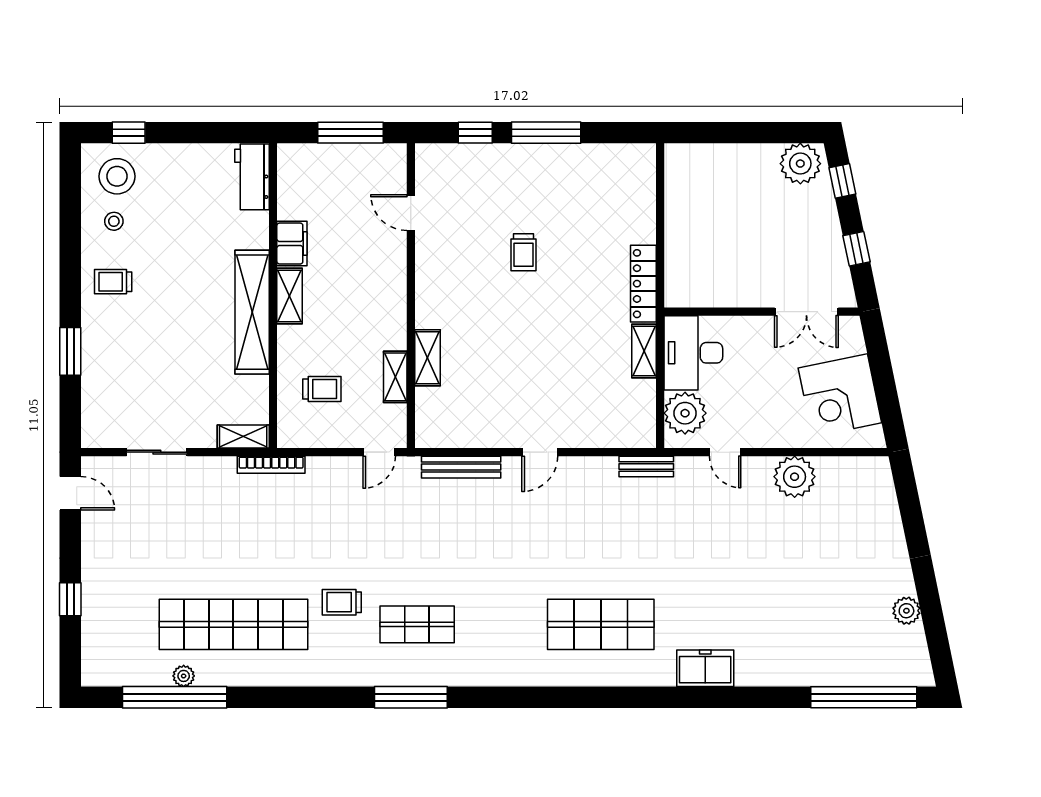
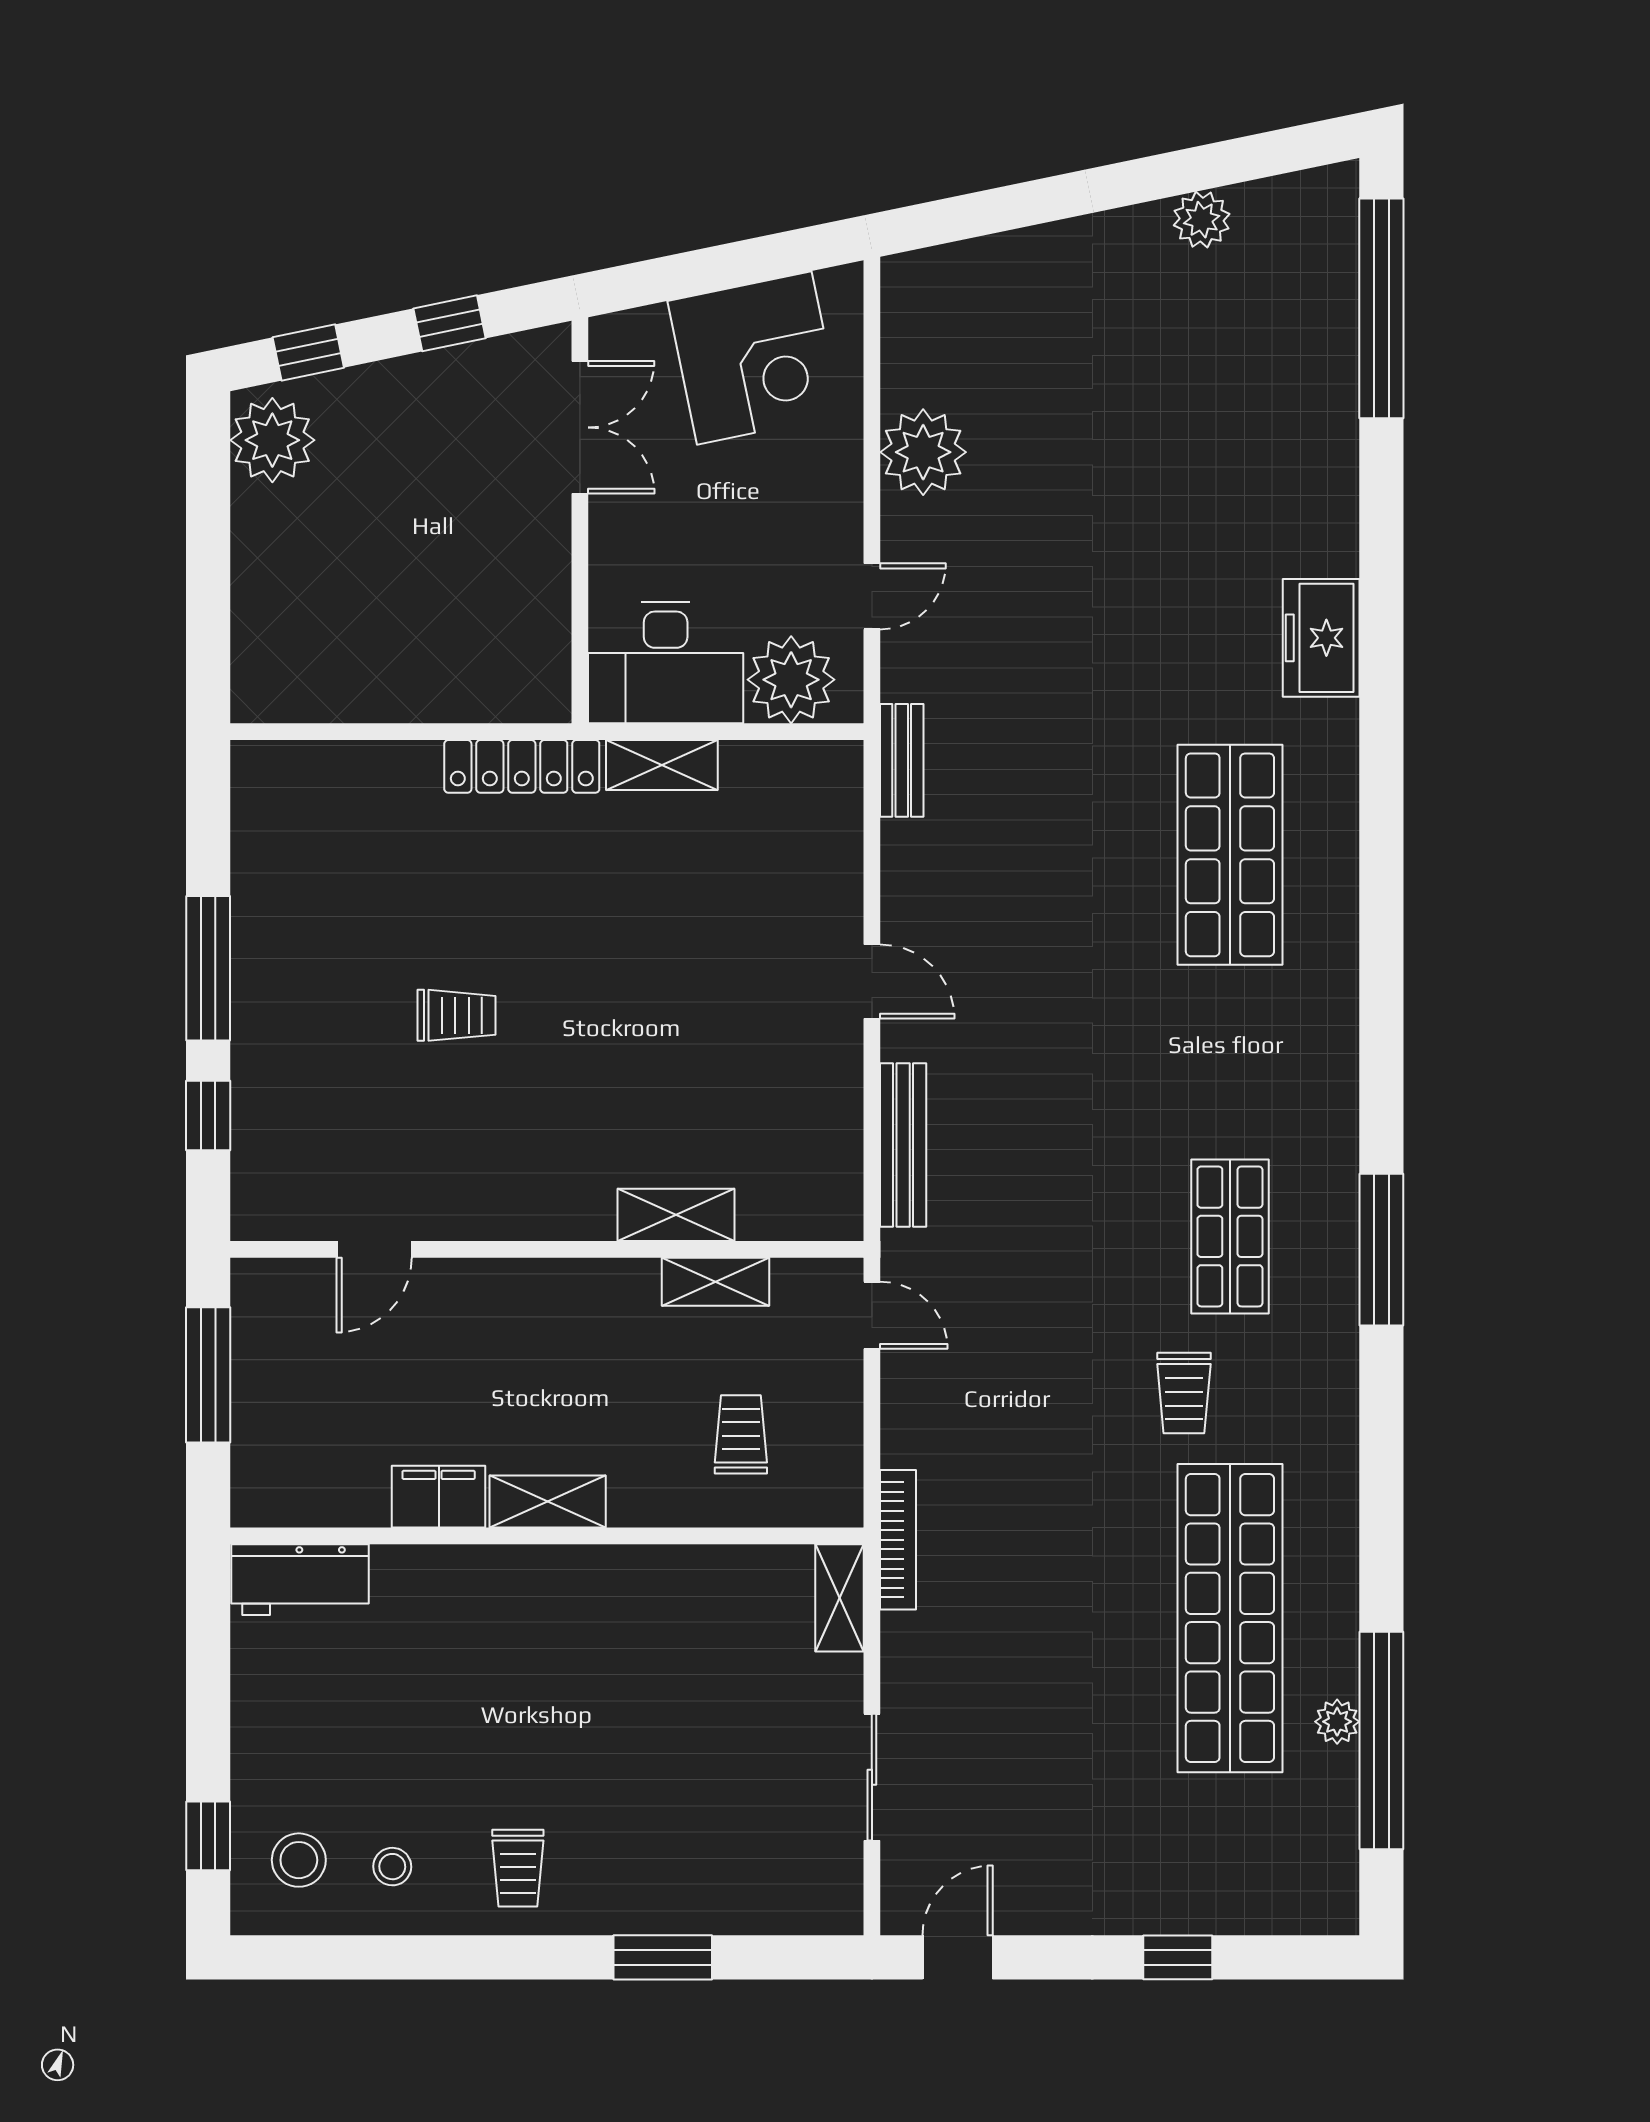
stool: (117, 176) -> (299, 1860), width x0.73, depth x0.73
shelving: (252, 312) -> (581, 1579), removed

